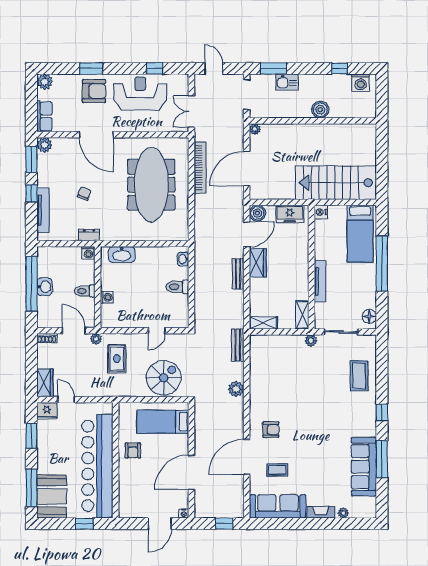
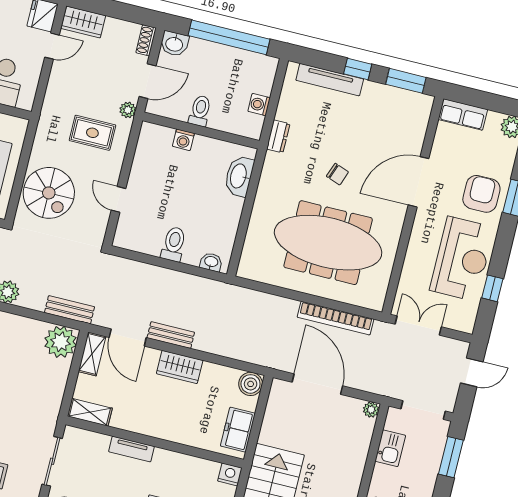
kitchen sink: (287, 82) -> (390, 448), moved, turned 180
armchair: (94, 91) -> (481, 194), turned 180
plant: (44, 145) -> (422, 104), removed
chair: (84, 193) -> (337, 174), moved
door: (247, 234) -> (128, 337), moved
washing machine: (89, 253) -> (259, 105), moved
tv unit: (320, 281) -> (132, 449), width x0.71
washbasin: (45, 287) -> (174, 44), moved
plant: (311, 341) -> (61, 342), moved, width x1.88, depth x1.88

